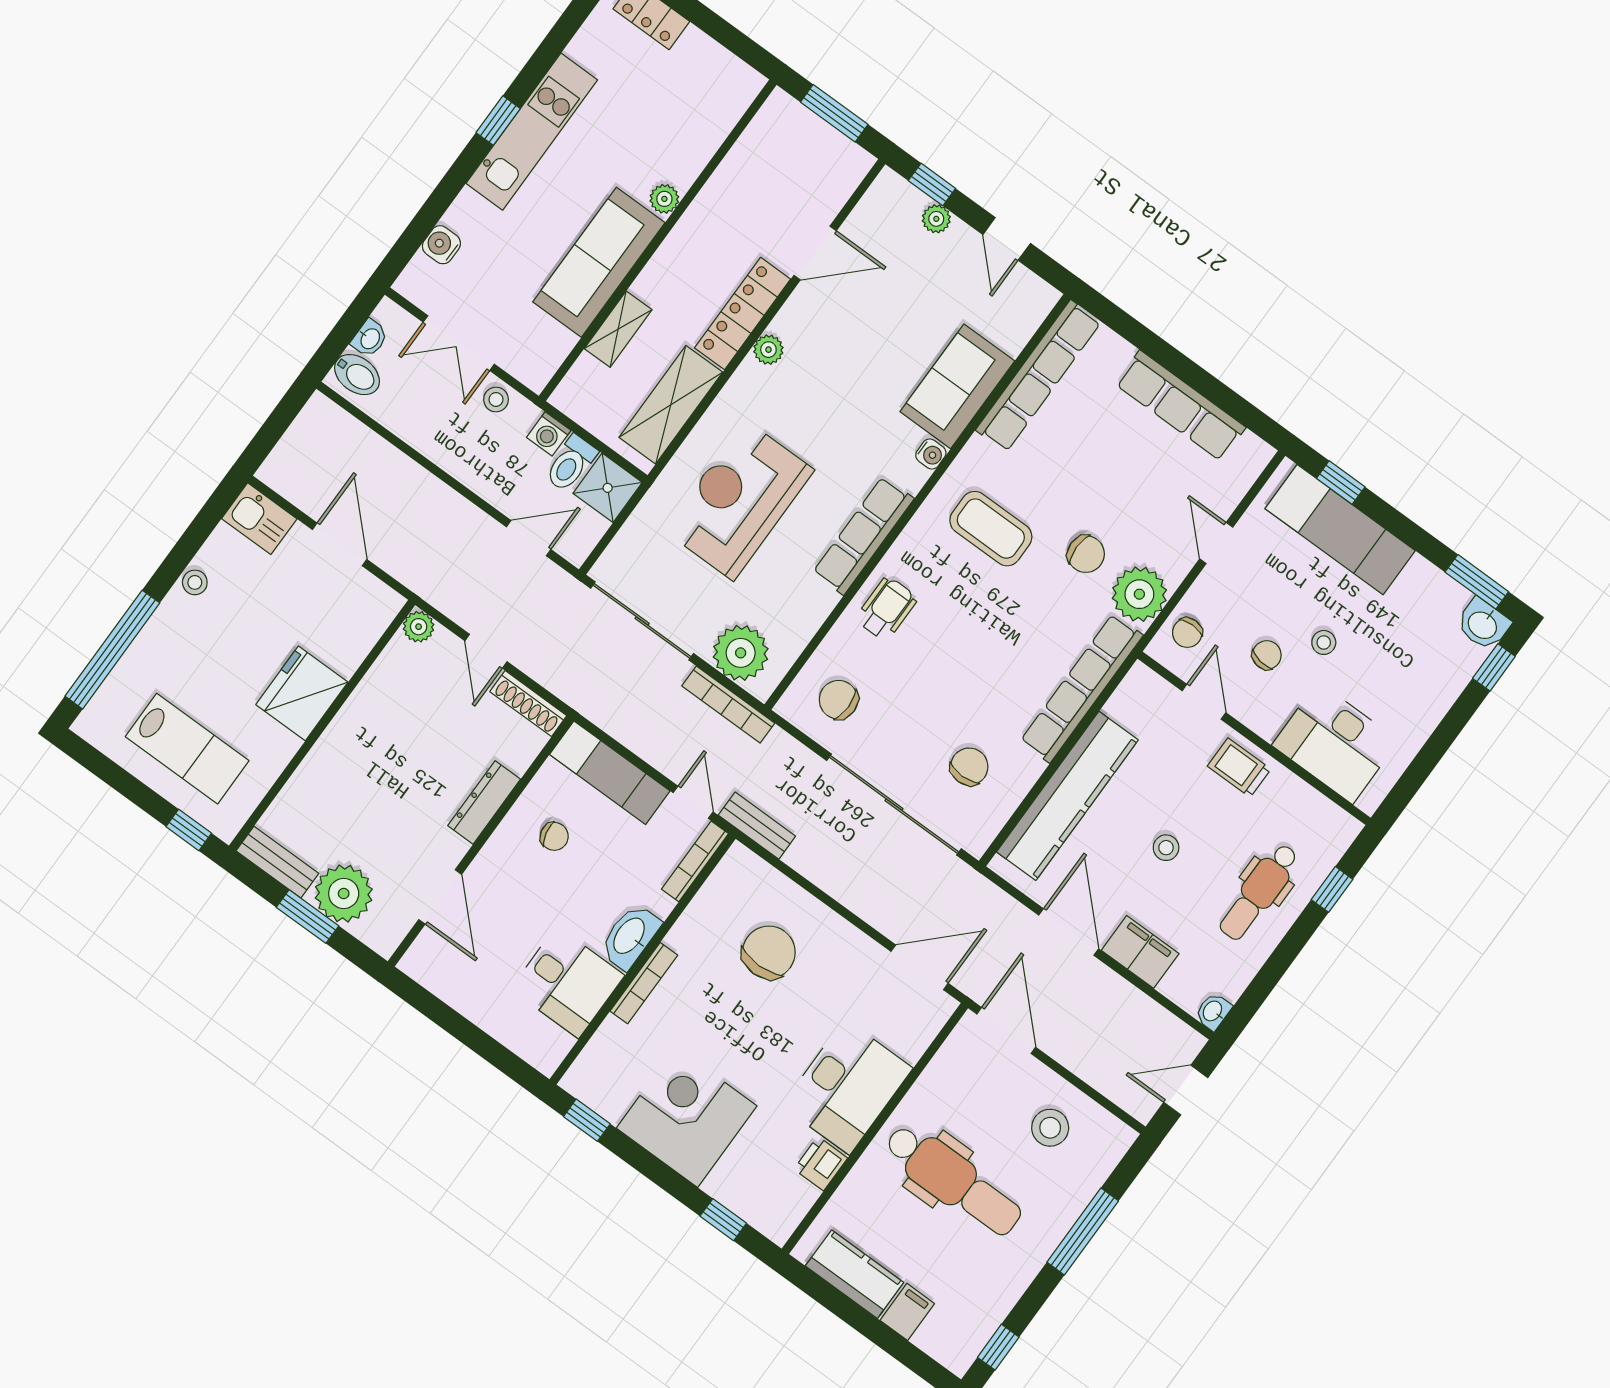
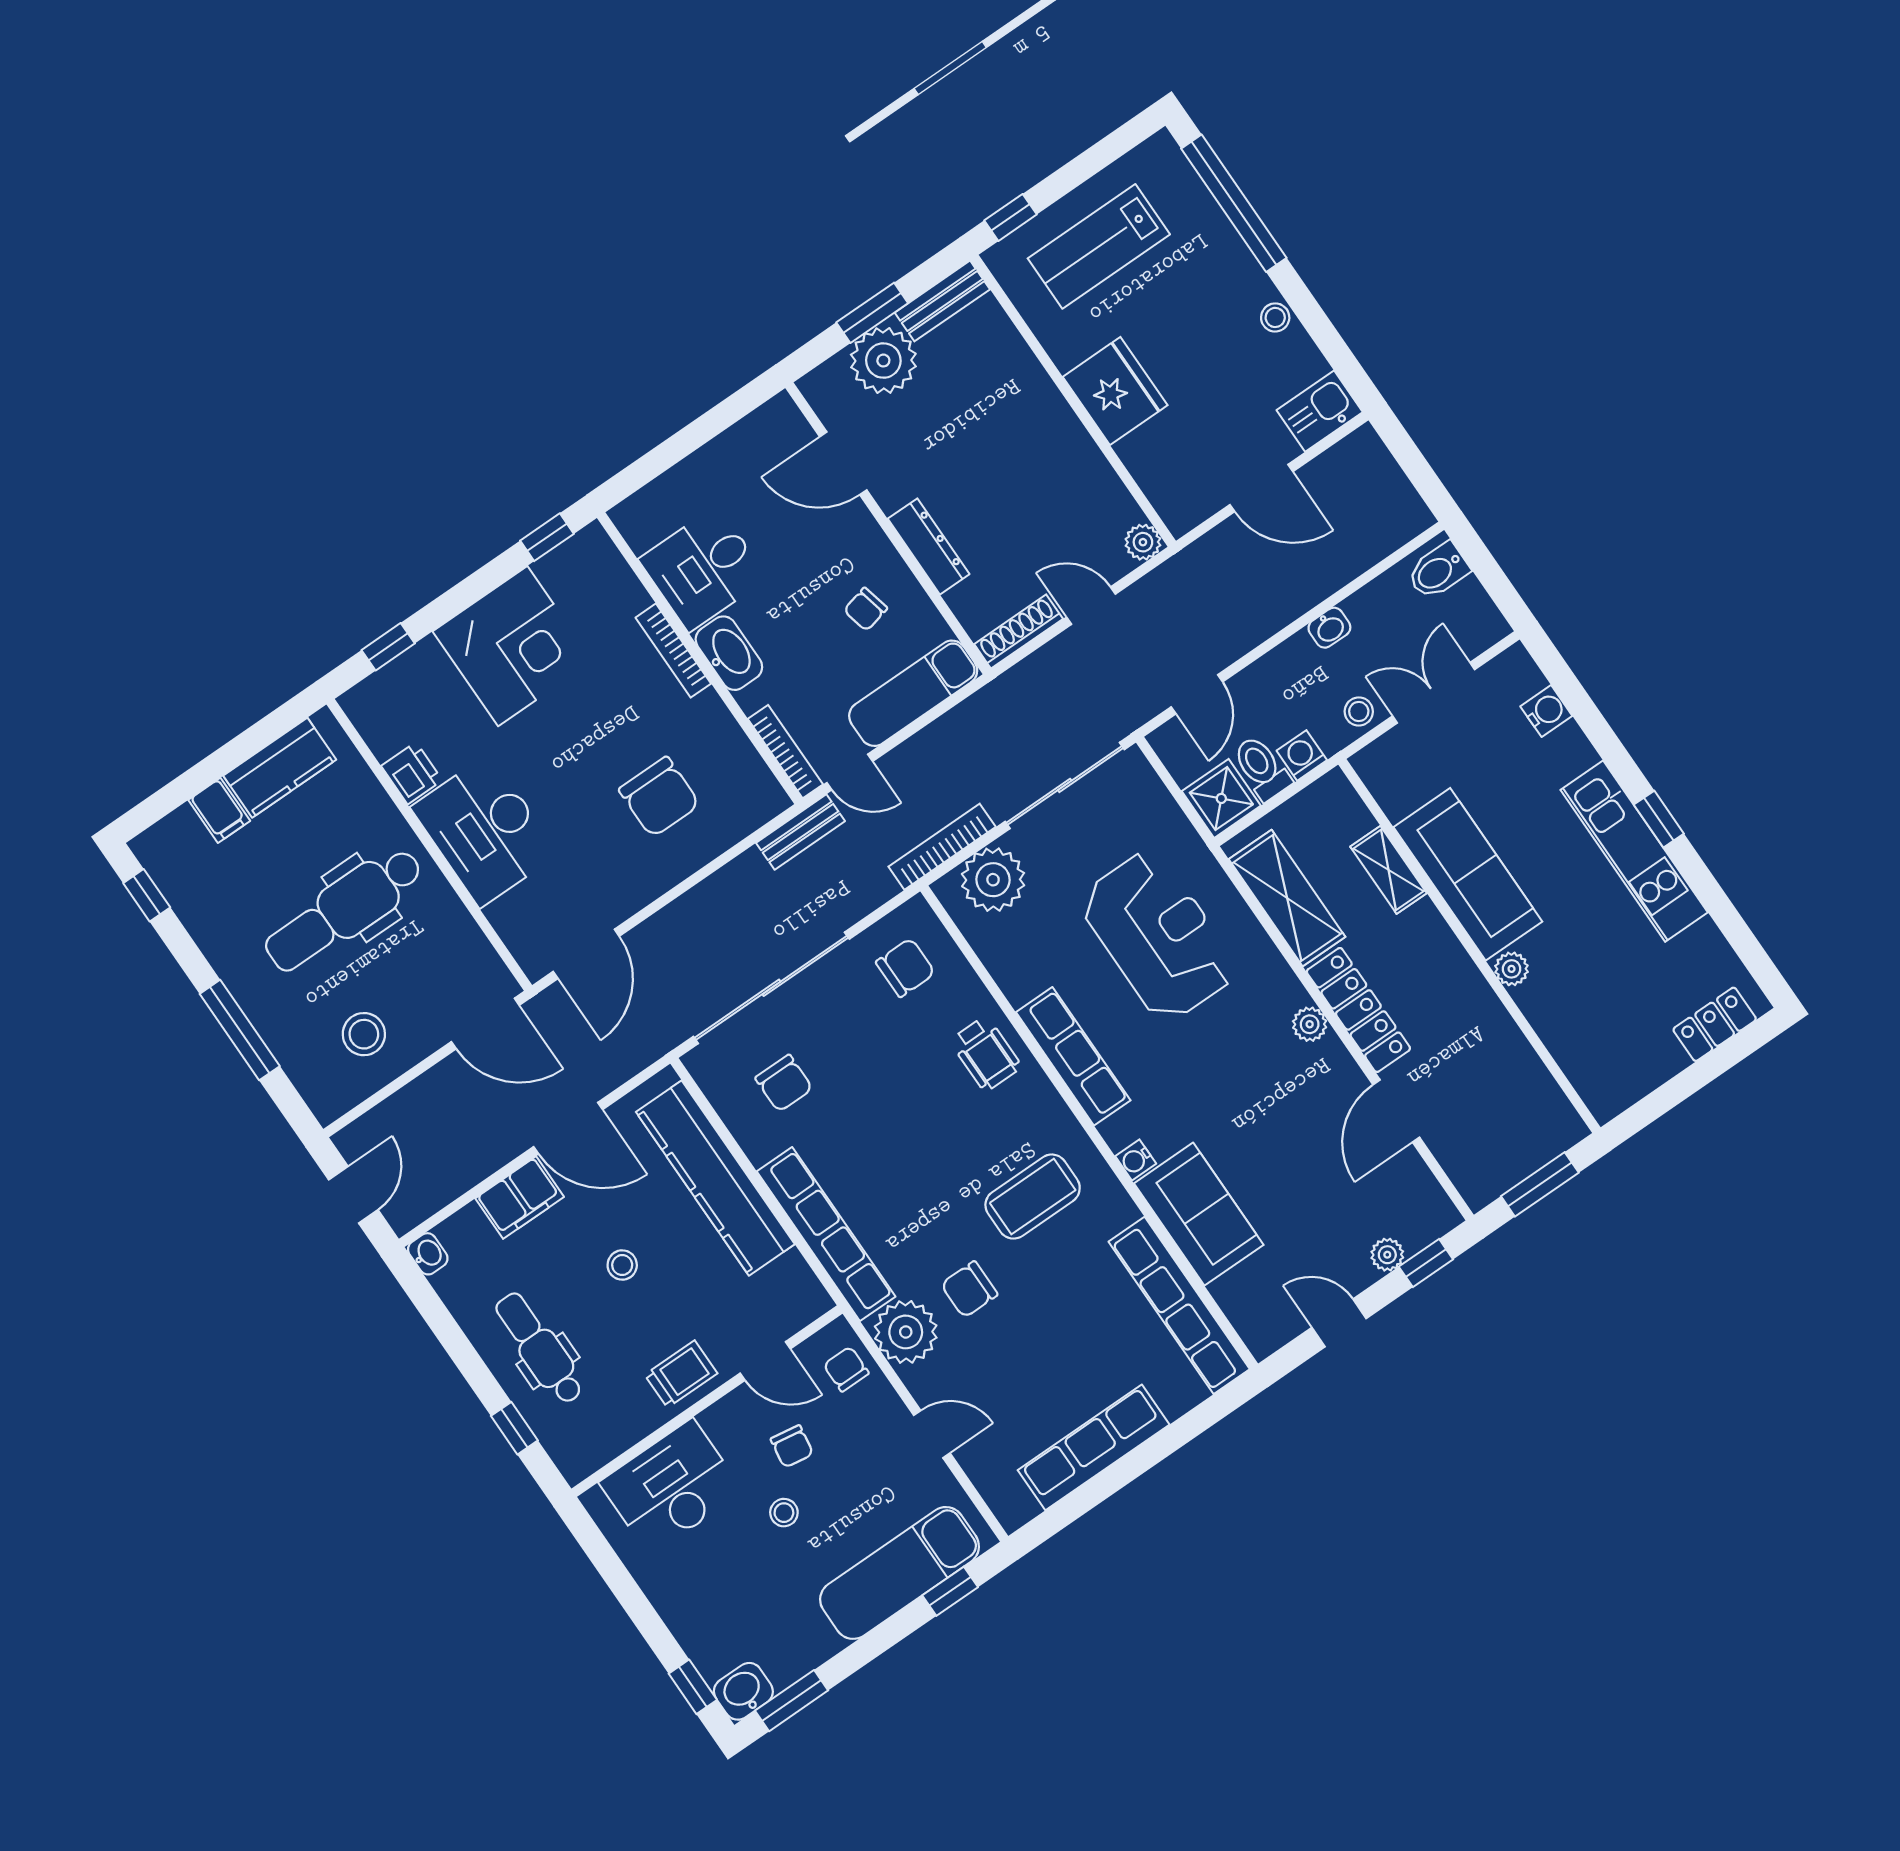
washbasin: (370, 338) -> (1329, 628), moved, turned -90

